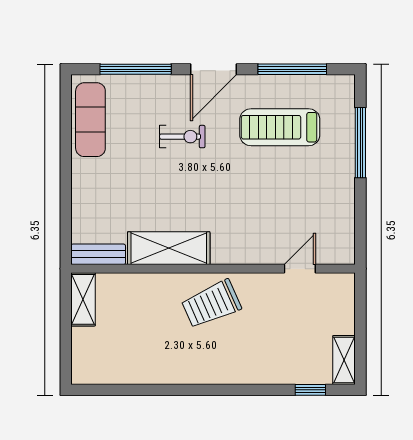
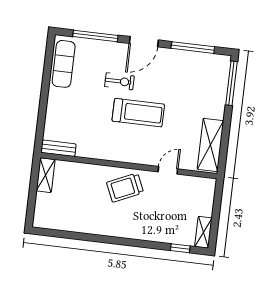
treadmill: (280, 127) -> (138, 113), moved, turned 180
window: (360, 143) -> (231, 83), moved
shelving: (169, 248) -> (210, 145), moved, turned 90
door: (300, 269) -> (168, 170), moved

